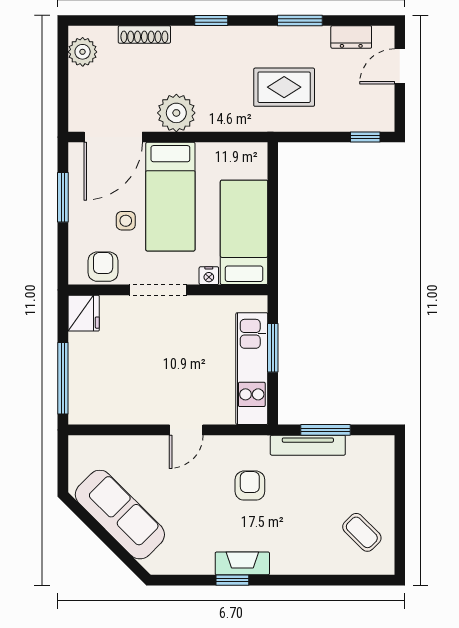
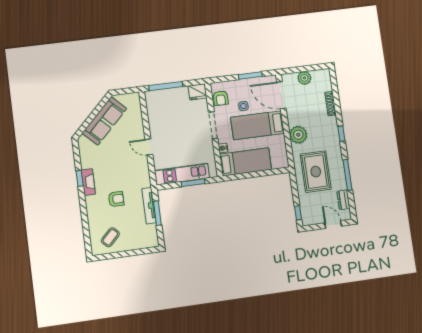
window: (300, 20) -> (348, 175), width x1.44
plant: (83, 52) -> (304, 78), moved
rug: (284, 87) -> (316, 172), width x1.36, depth x1.43
plant: (176, 113) -> (298, 135), moved
armchair: (103, 267) -> (221, 98), turned 90
armchair: (250, 486) -> (116, 199), moved

